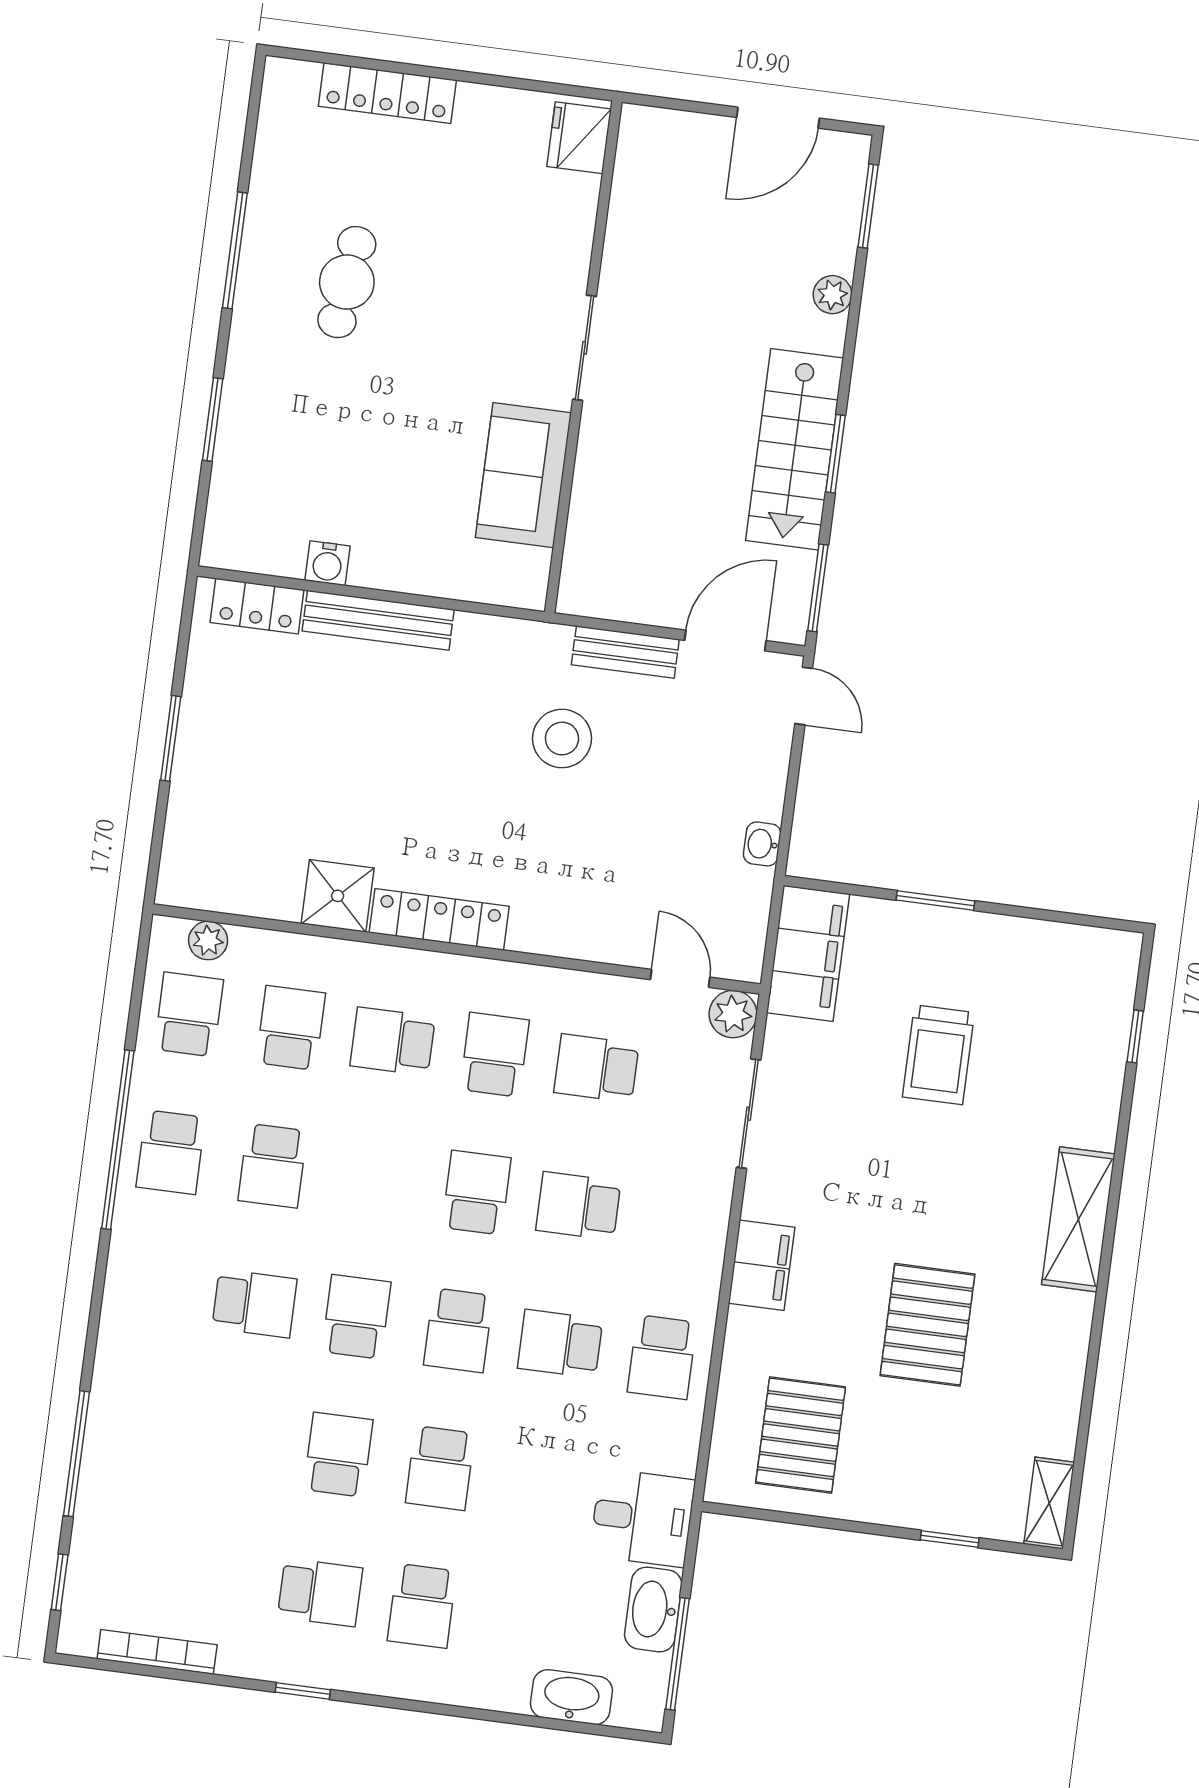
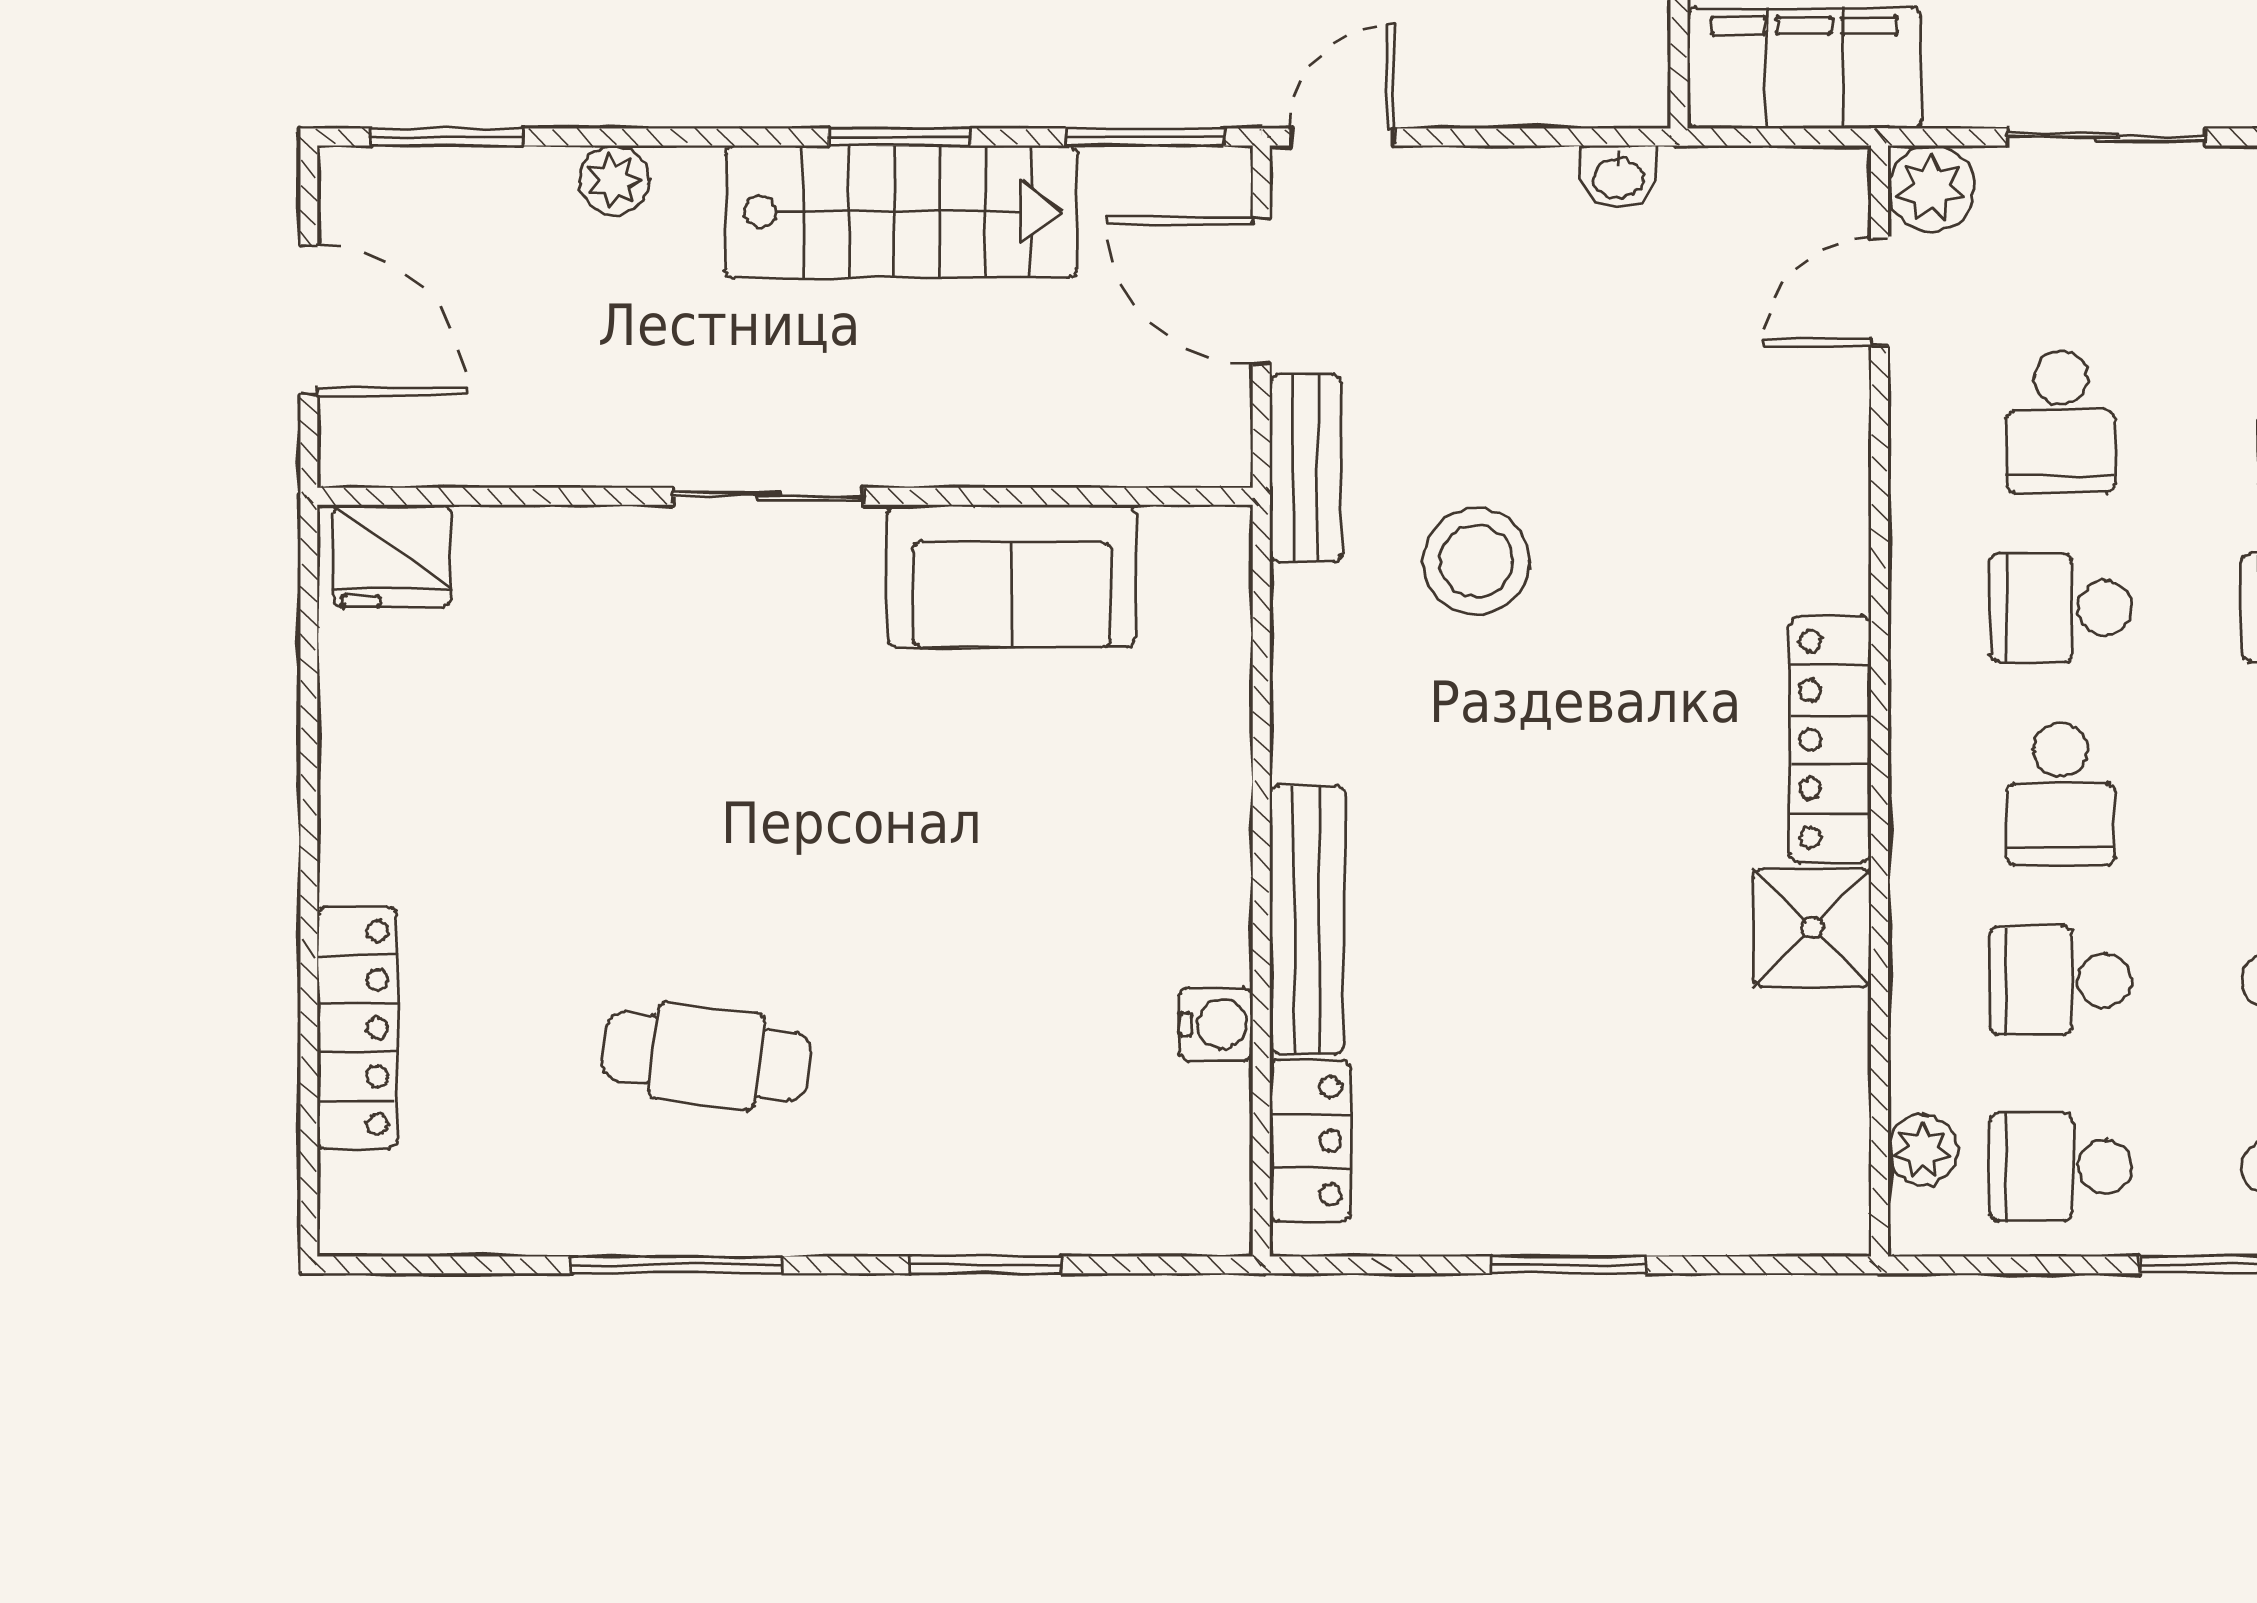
fridge: (579, 138) -> (392, 556), moved
sliding door: (585, 348) -> (768, 496), moved
wall: (583, 357) -> (785, 496), moved
sofa: (523, 475) -> (1012, 576), moved

